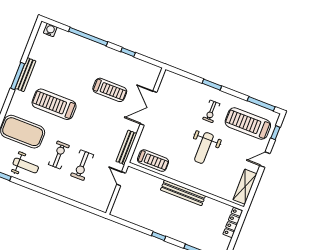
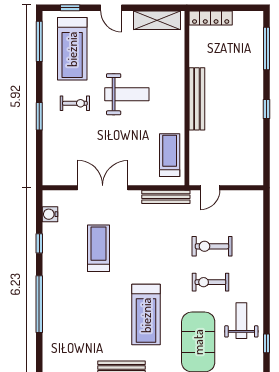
water cooler: (50, 30) -> (50, 214), moved
double door: (149, 108) -> (103, 188), swing flipped
exercise bike: (82, 165) -> (212, 246), turned 180

